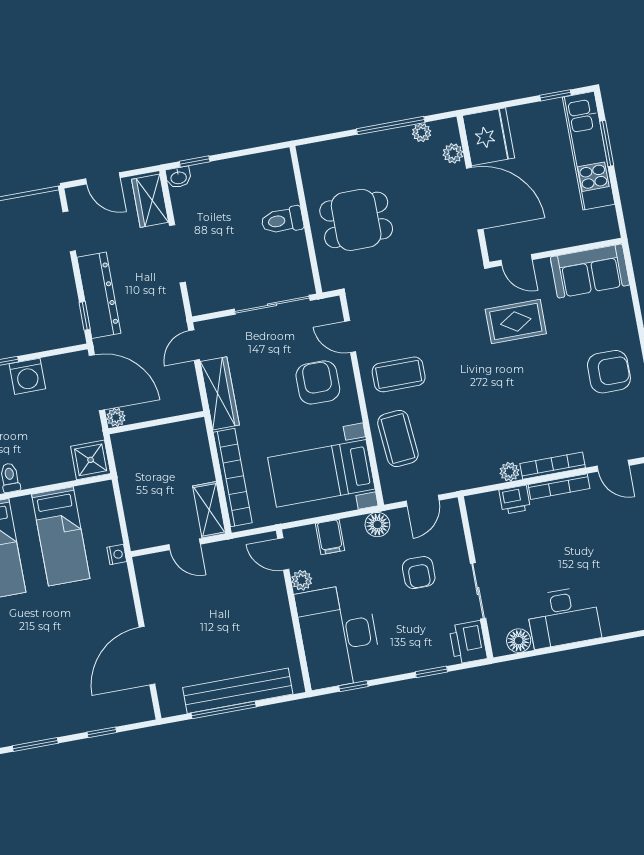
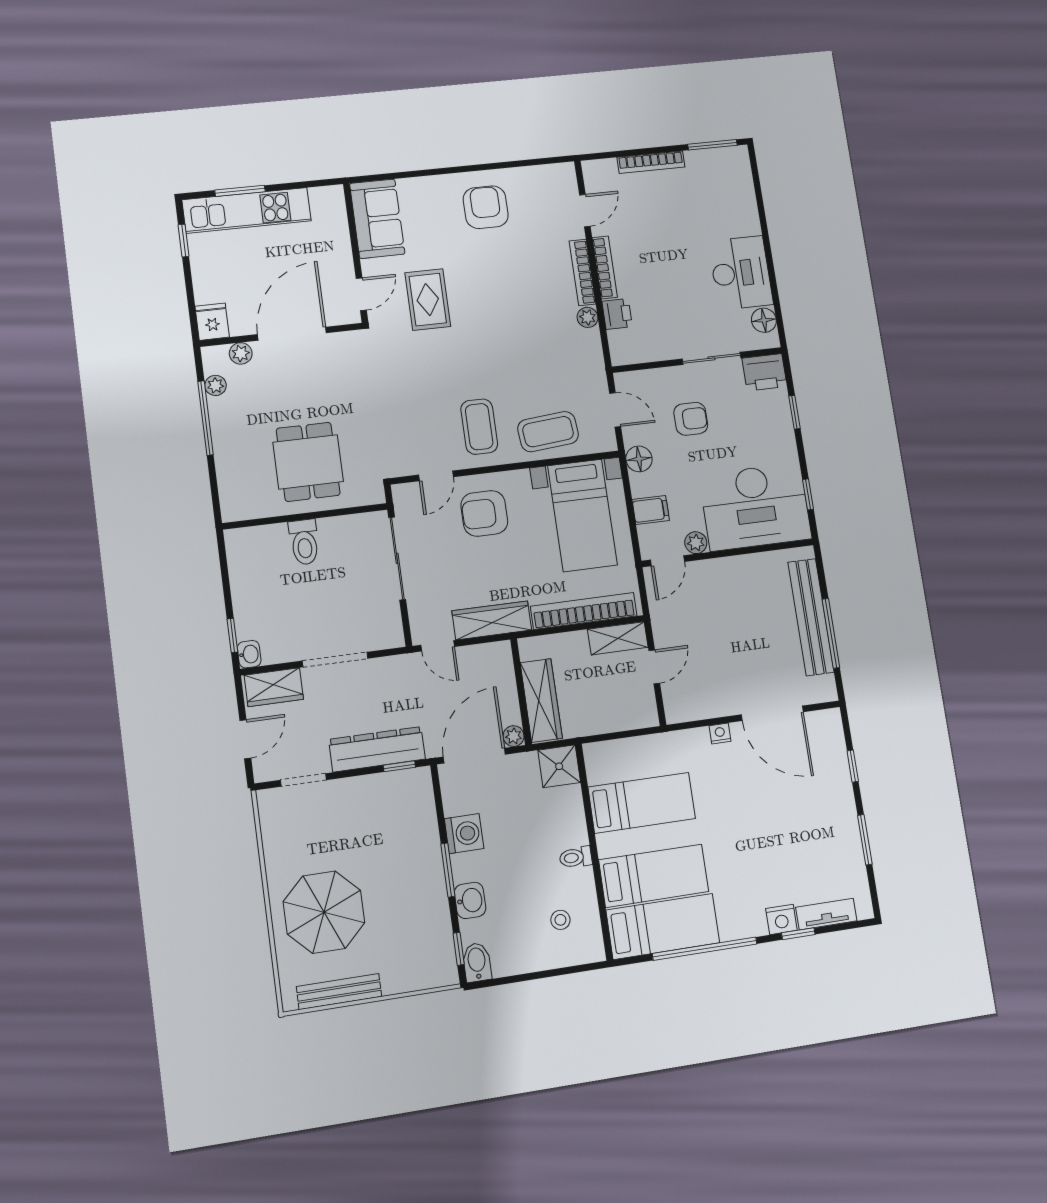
fridge: (488, 137) -> (212, 322), width x0.53, depth x0.75
wardrobe: (149, 441) -> (541, 700), added
nightstand: (117, 554) -> (720, 733), moved

